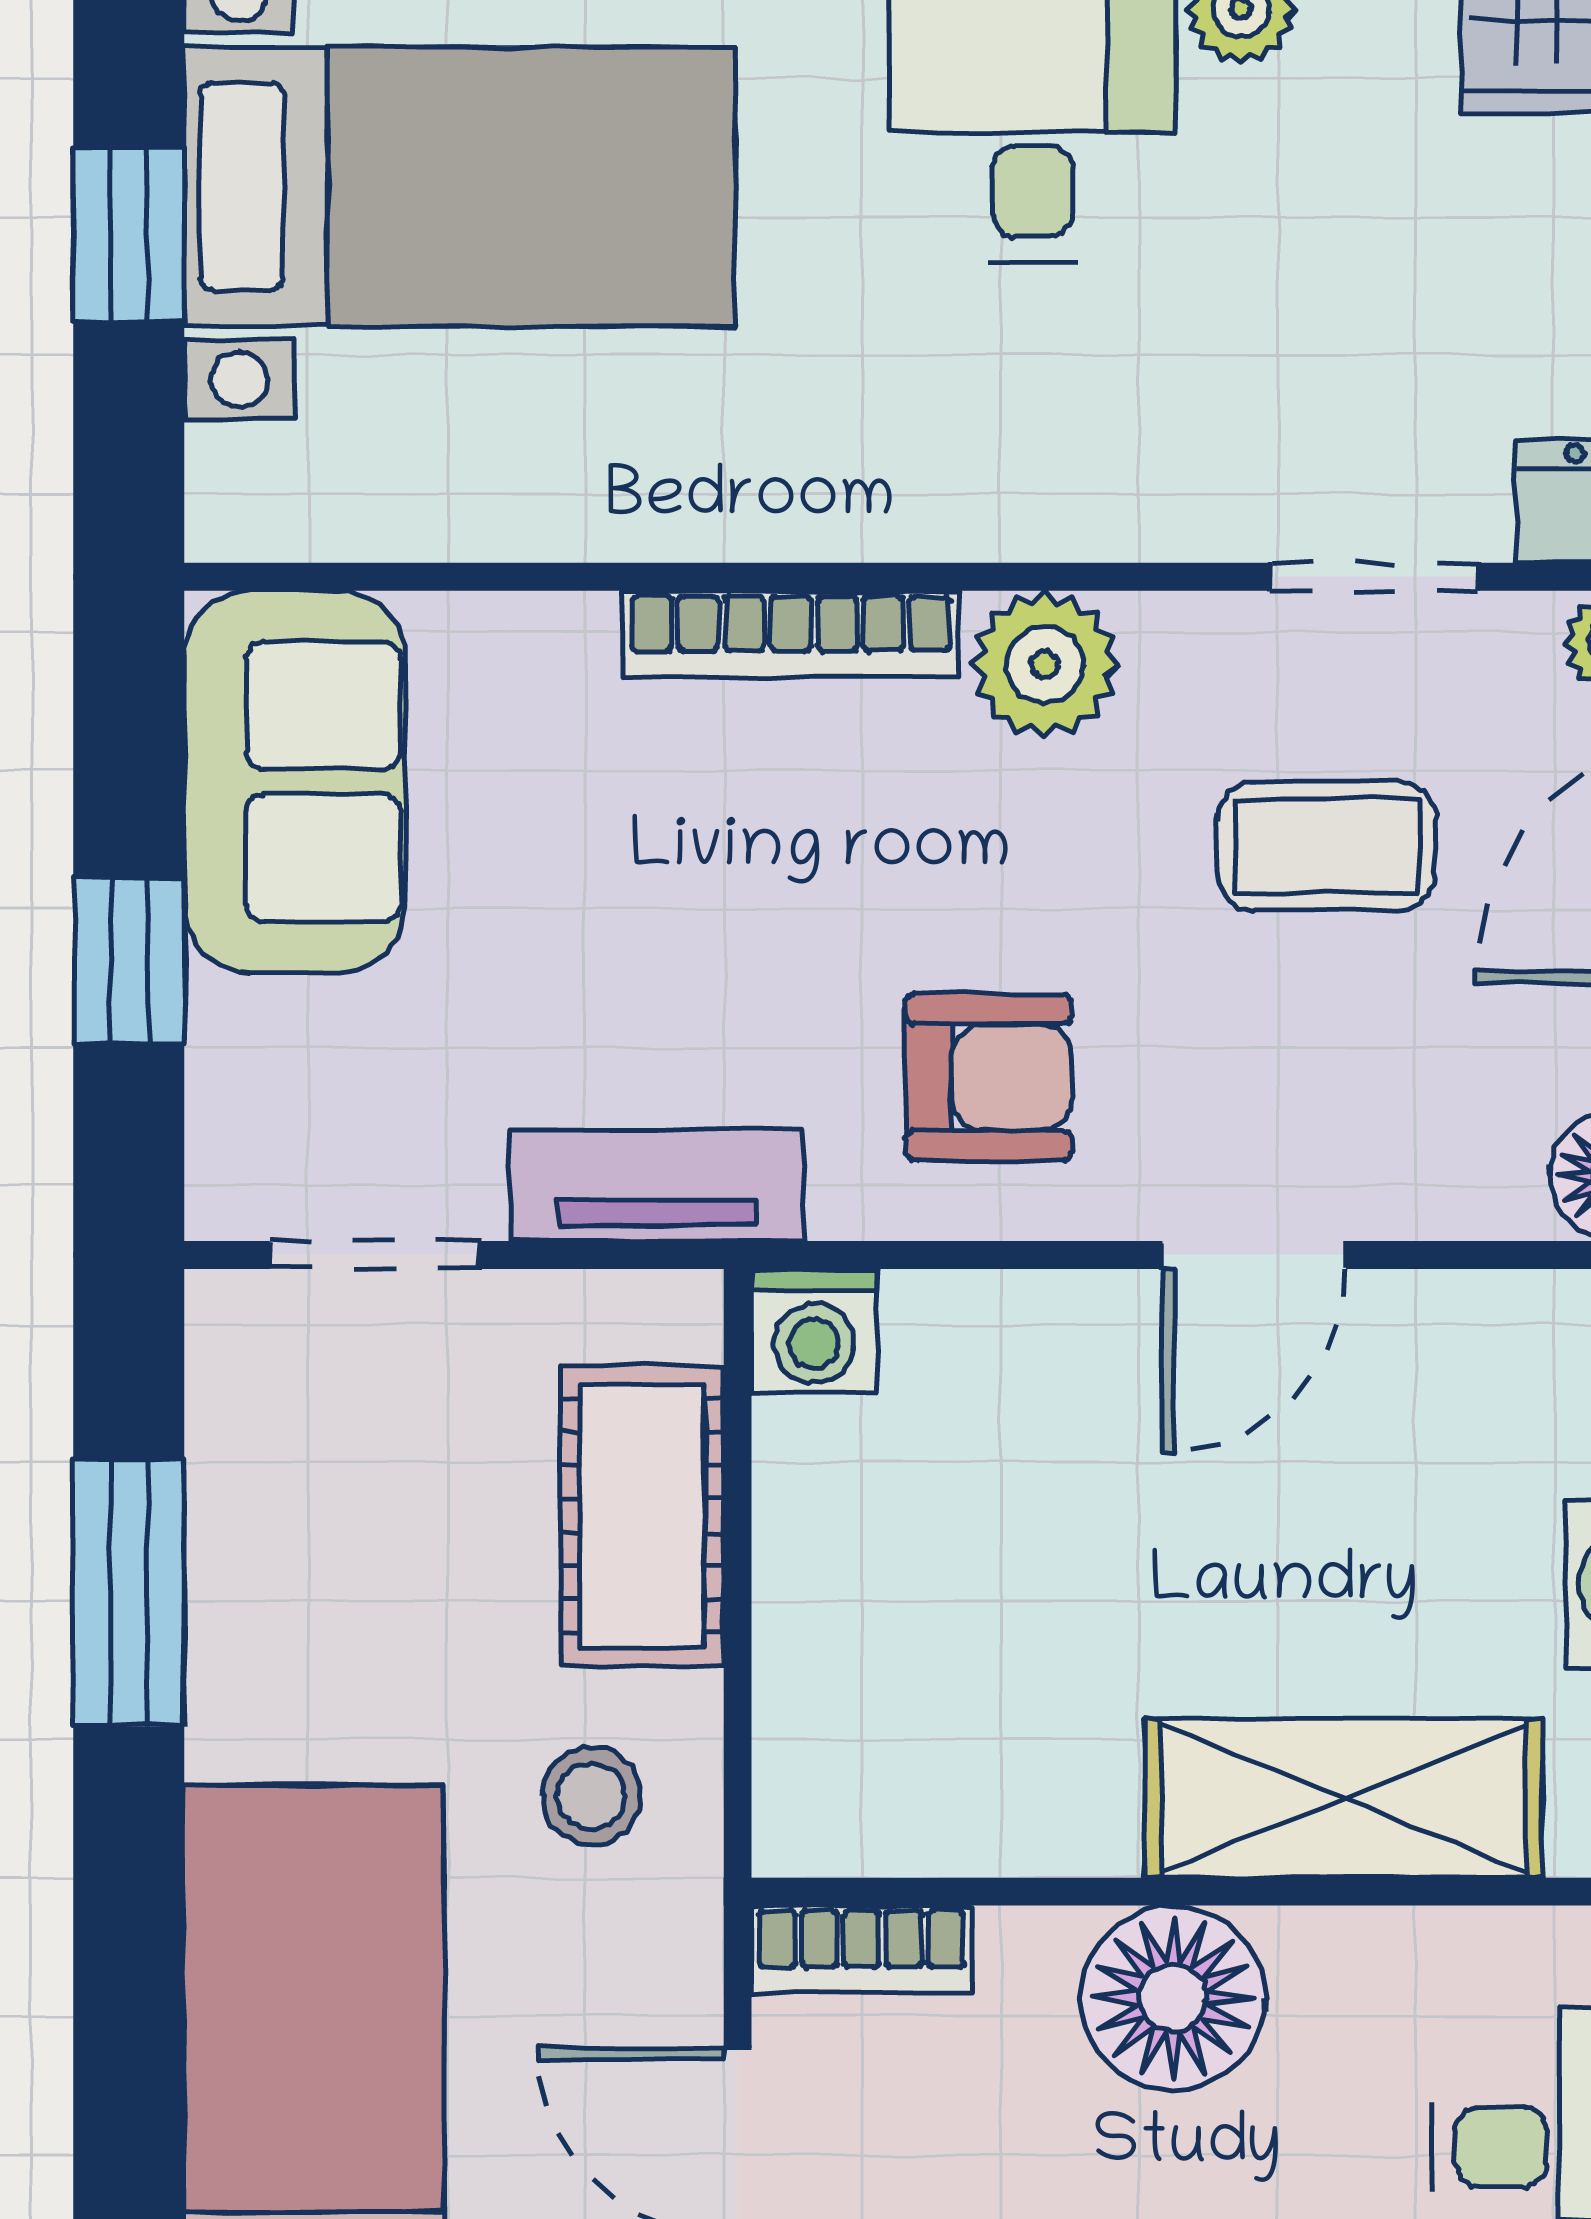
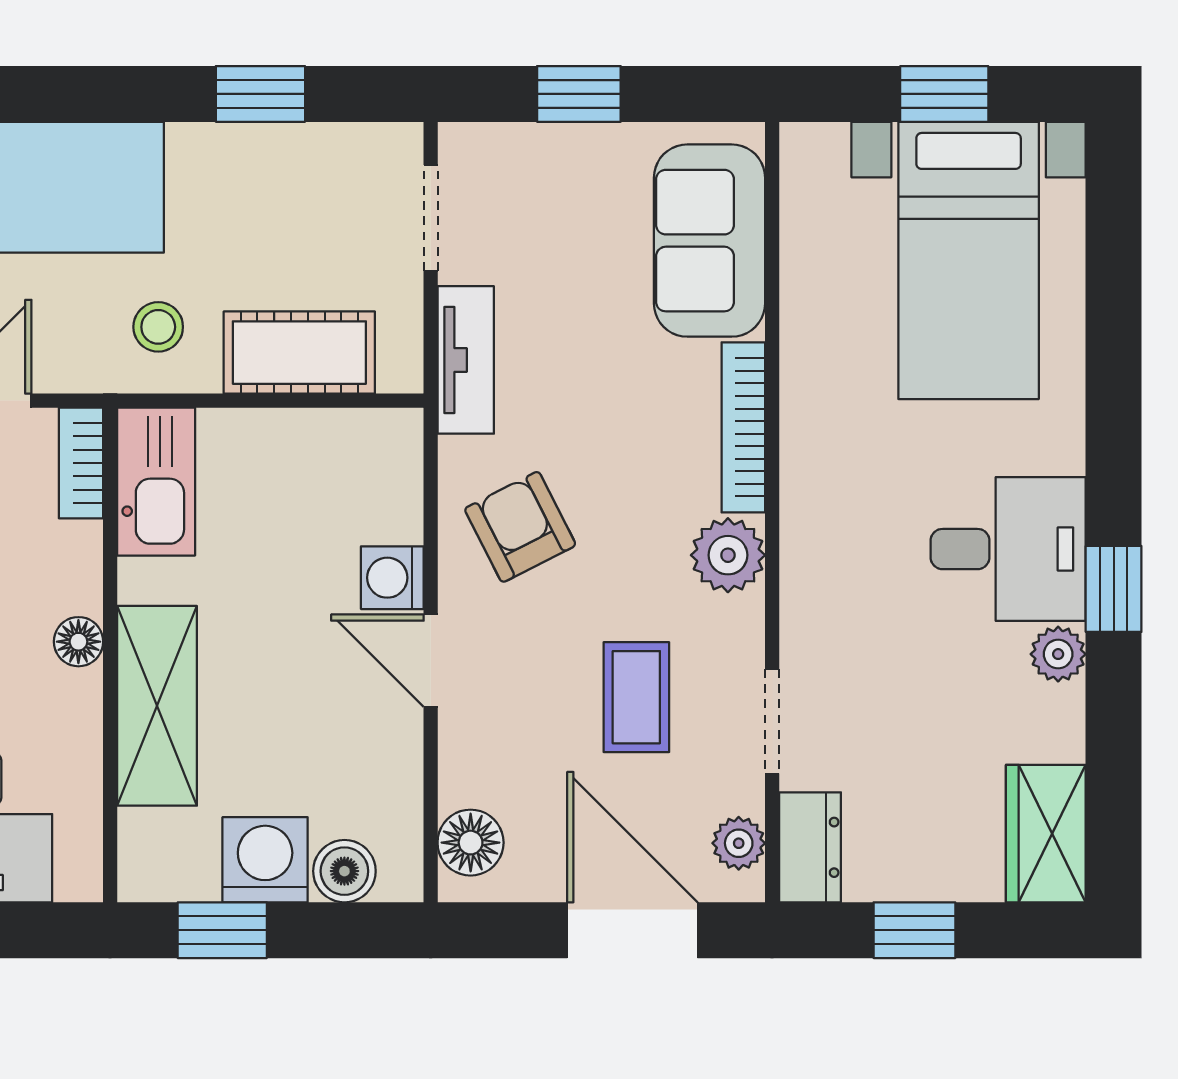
sofa: (294, 782) -> (709, 241), moved, turned 90
armchair: (988, 1077) -> (520, 527), turned 153
washing machine: (814, 1331) -> (392, 578), moved
window: (129, 1593) -> (260, 94), width x0.67
kitchen sink: (898, 1800) -> (156, 482), added
floor lamp: (1173, 1998) -> (78, 642), width x0.53, depth x0.53

